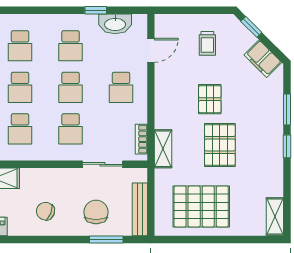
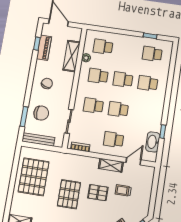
trolley: (207, 43) -> (123, 190), moved
school desk: (71, 46) -> (143, 113), removed
door: (151, 50) -> (133, 161), swing flipped
pallet: (220, 145) -> (69, 194), turned 90
shelving: (163, 149) -> (111, 165), moved

